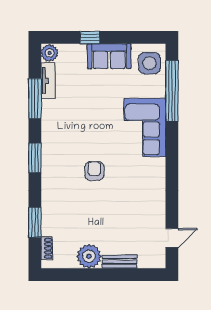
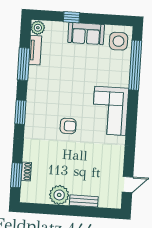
corner sofa: (145, 127) -> (110, 111), moved
armchair: (94, 171) -> (68, 126), turned 90
window: (35, 222) -> (16, 175), moved
shoe rack: (47, 248) -> (26, 171), moved

